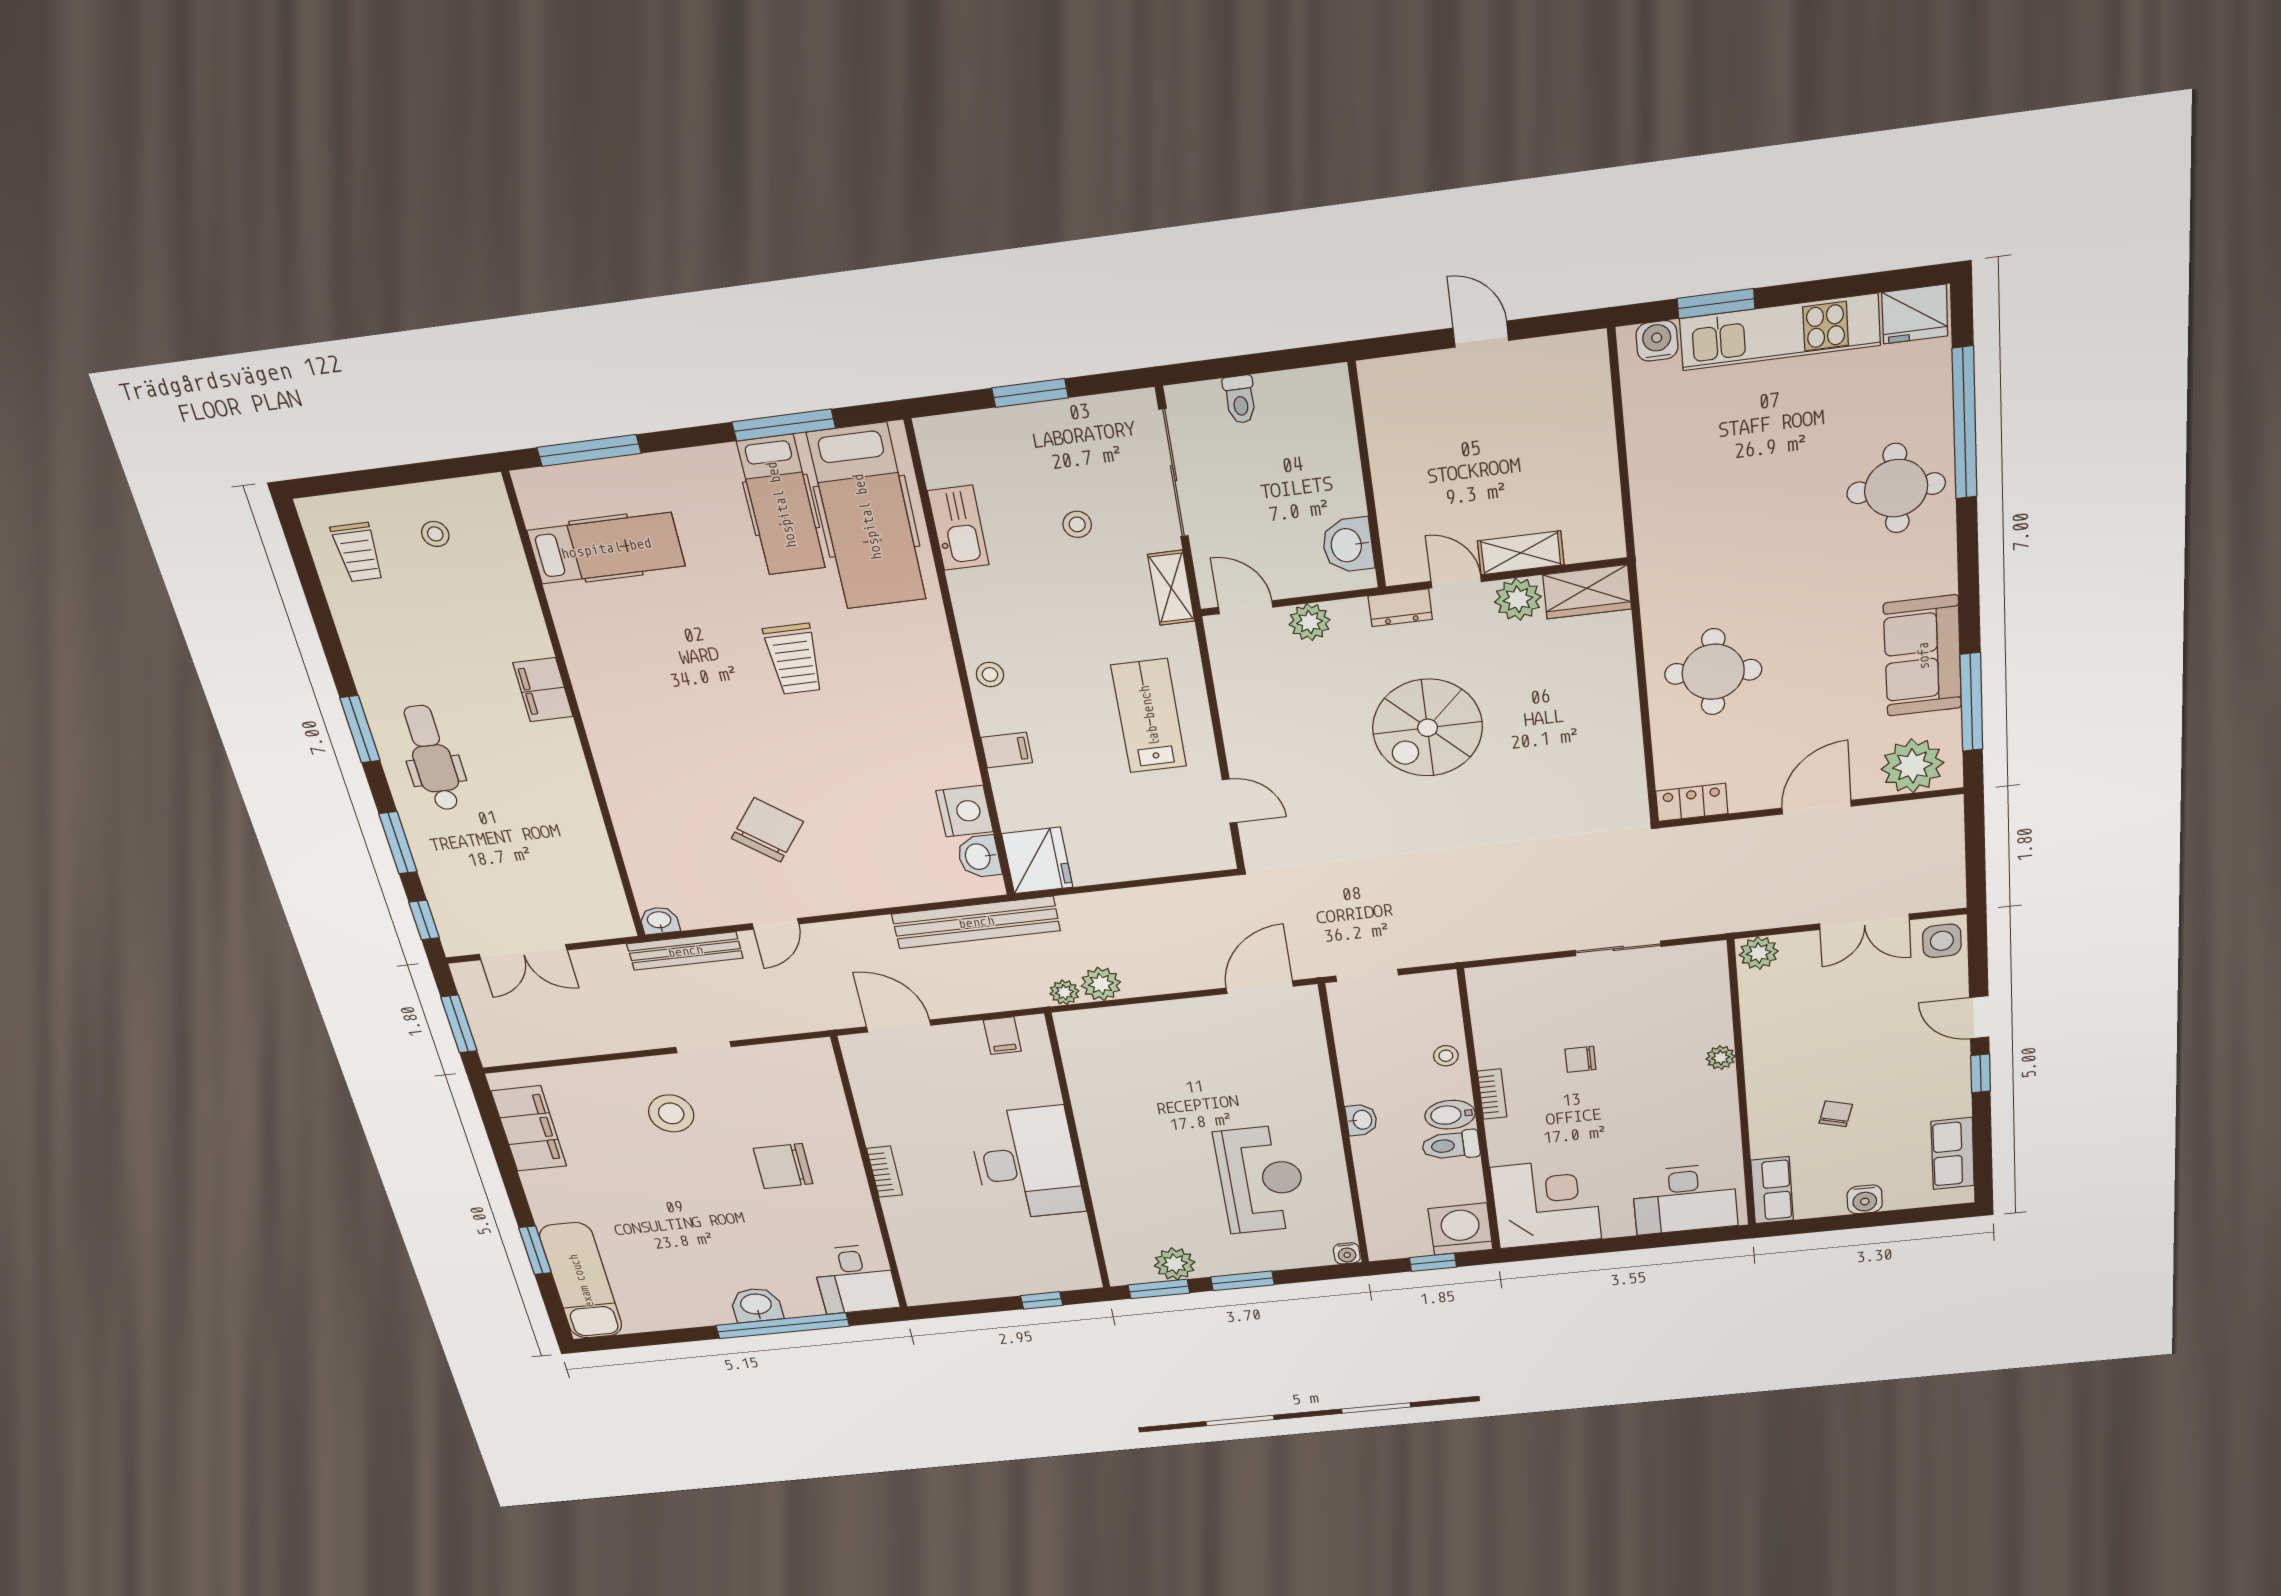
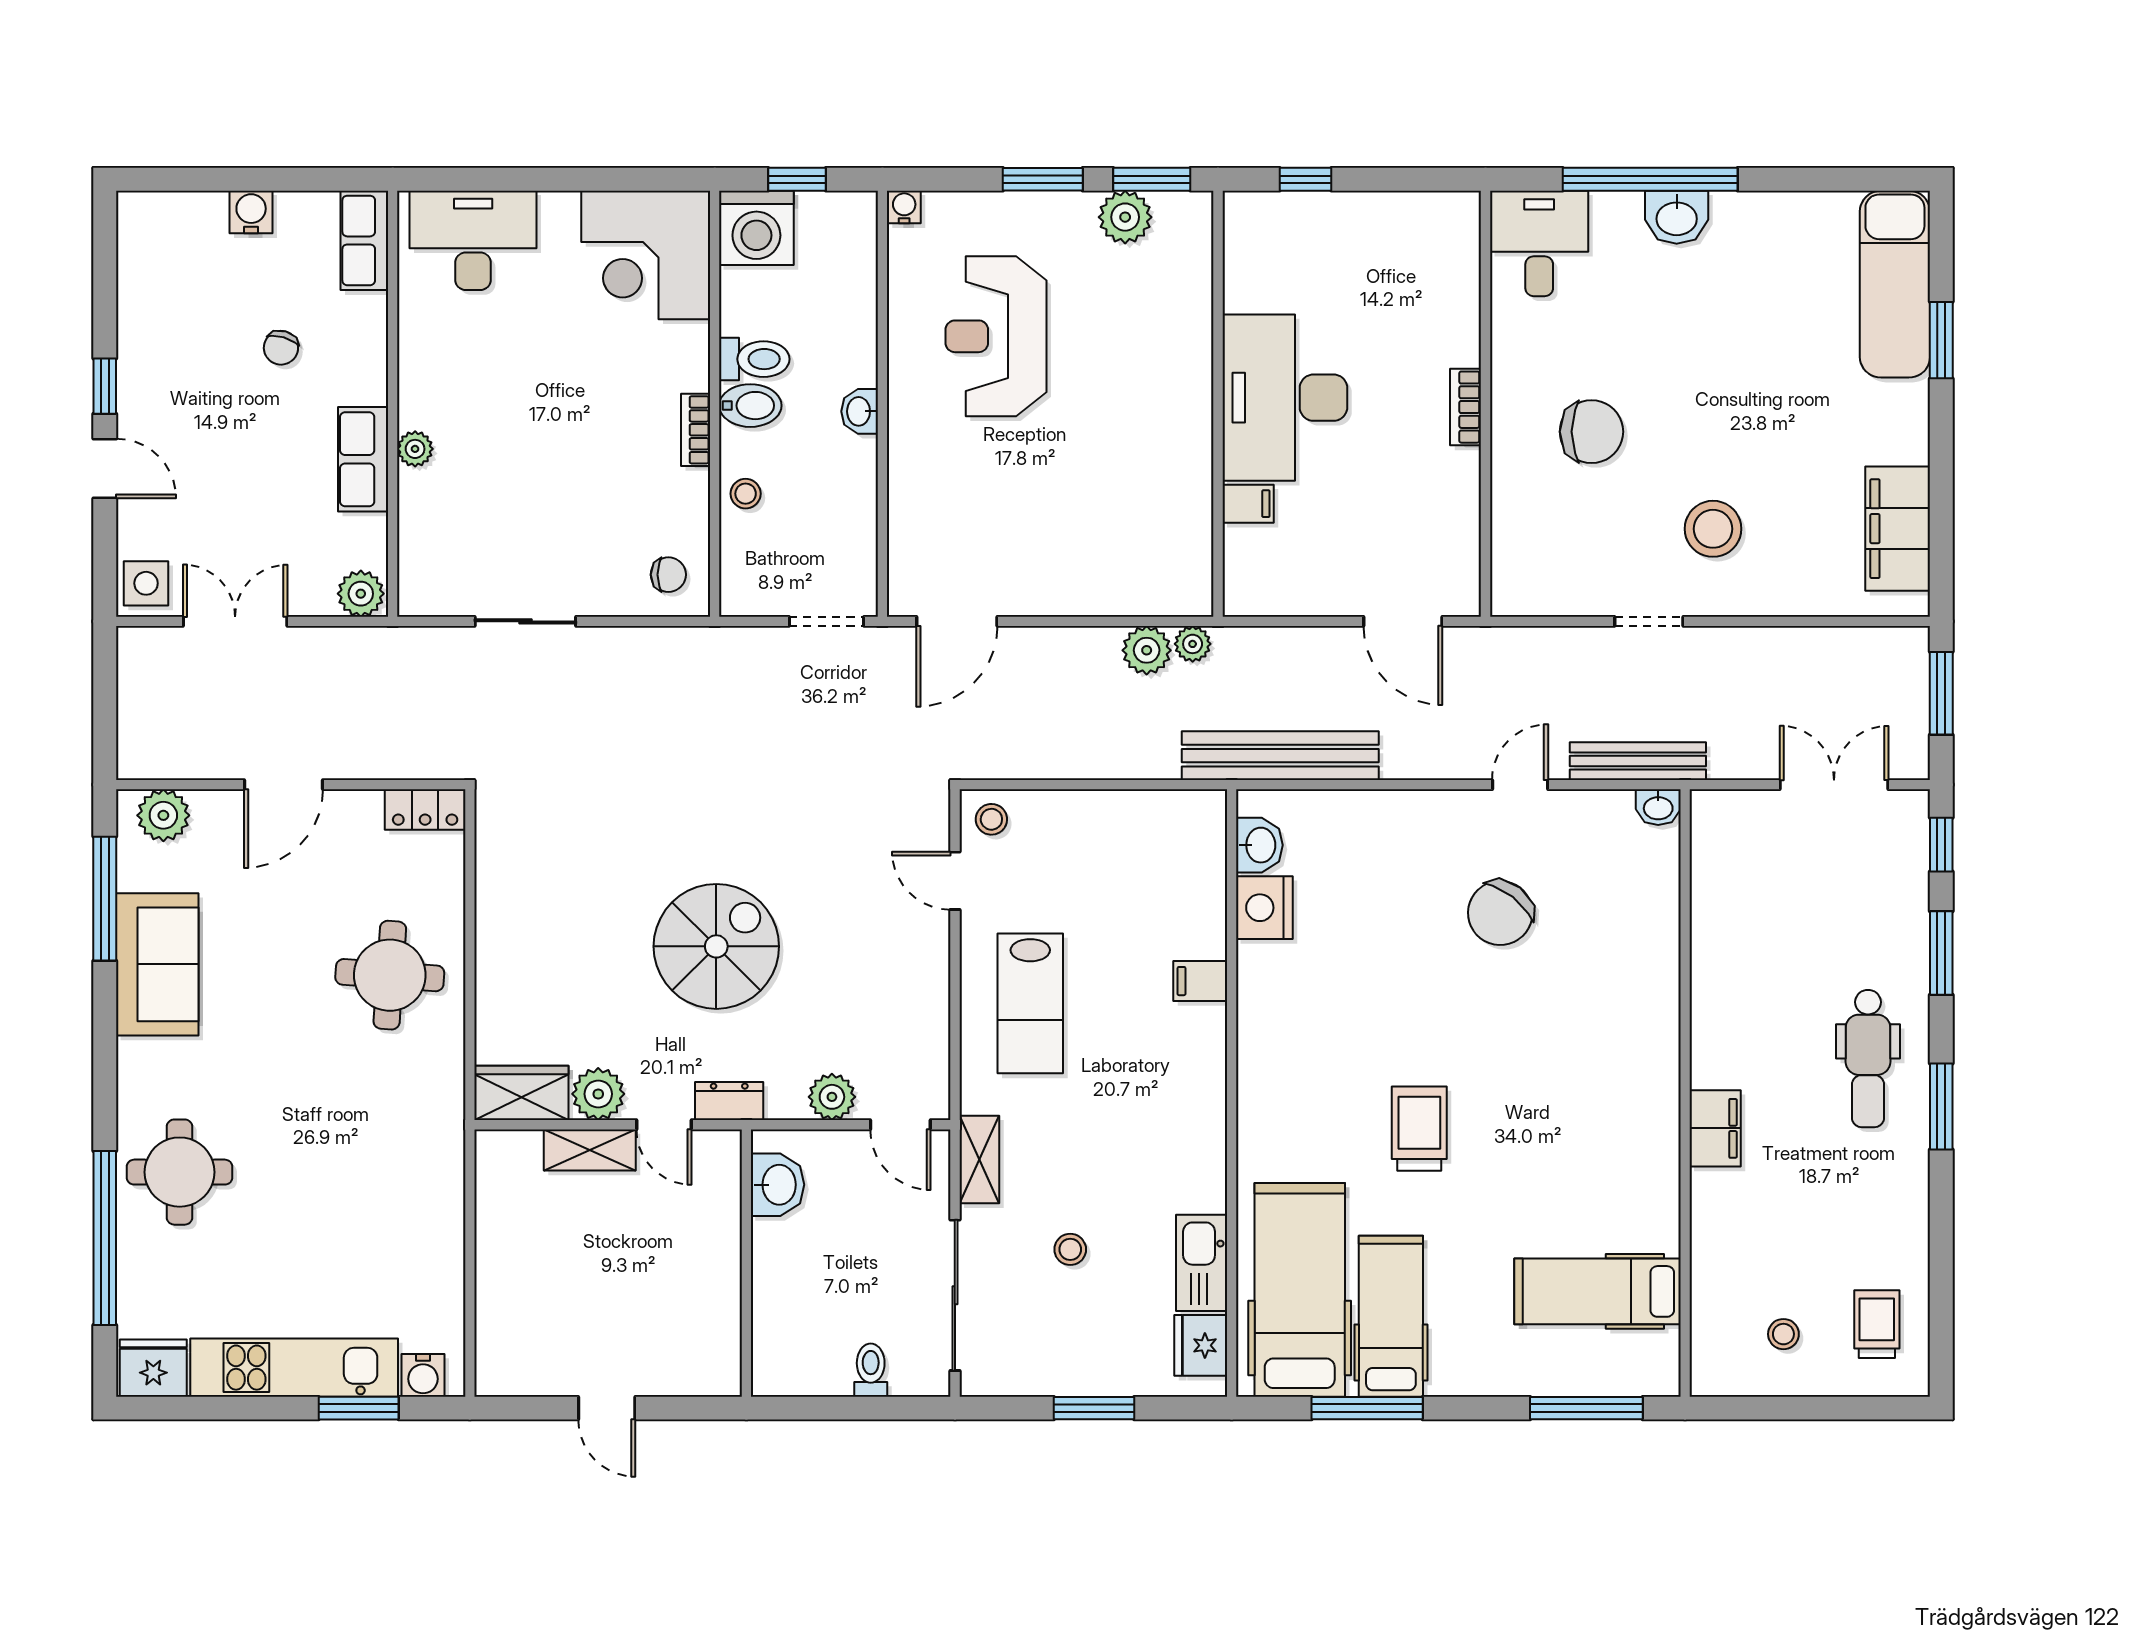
stool: (990, 674) -> (991, 819), moved
plant: (1912, 766) -> (163, 815), width x0.73, depth x0.73
fridge: (1037, 860) -> (1201, 1345), moved, width x0.73, depth x0.75
filing cabinet: (1002, 1036) -> (1248, 504), moved, turned 90
chair: (1580, 1059) -> (668, 575), moved
row of seats: (1953, 1154) -> (363, 459), moved, turned 180

